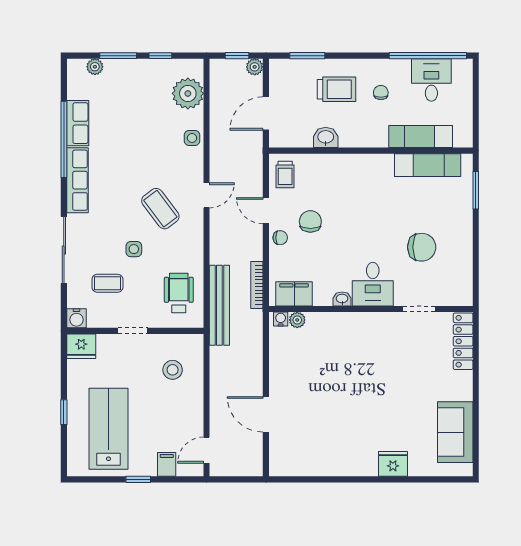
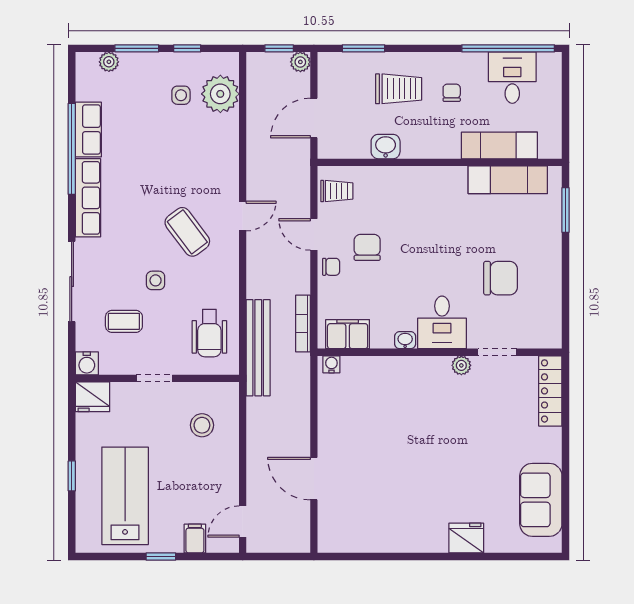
side table: (192, 138) -> (181, 95), moved
trolley: (285, 174) -> (337, 191), turned -90
wheelchair: (179, 293) -> (209, 333), turned 180
plant: (297, 320) -> (461, 365), moved

